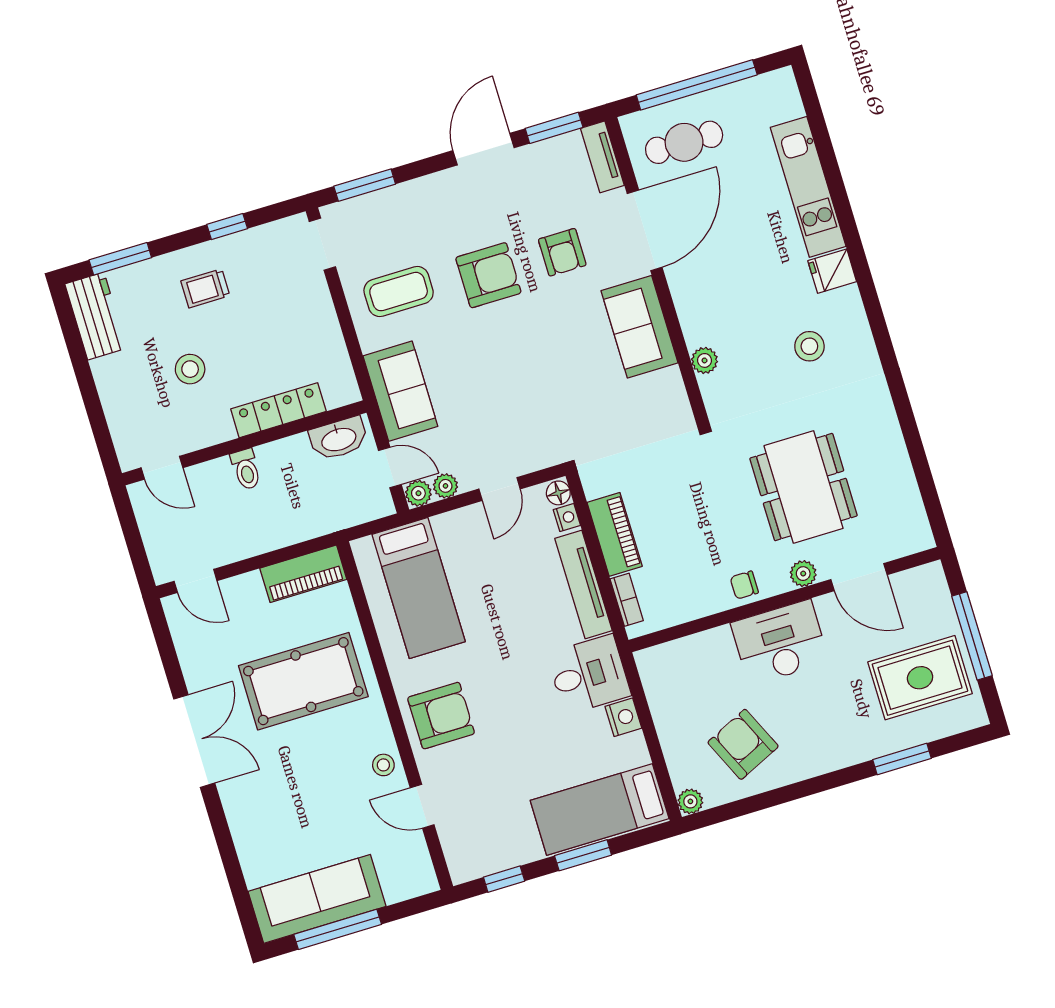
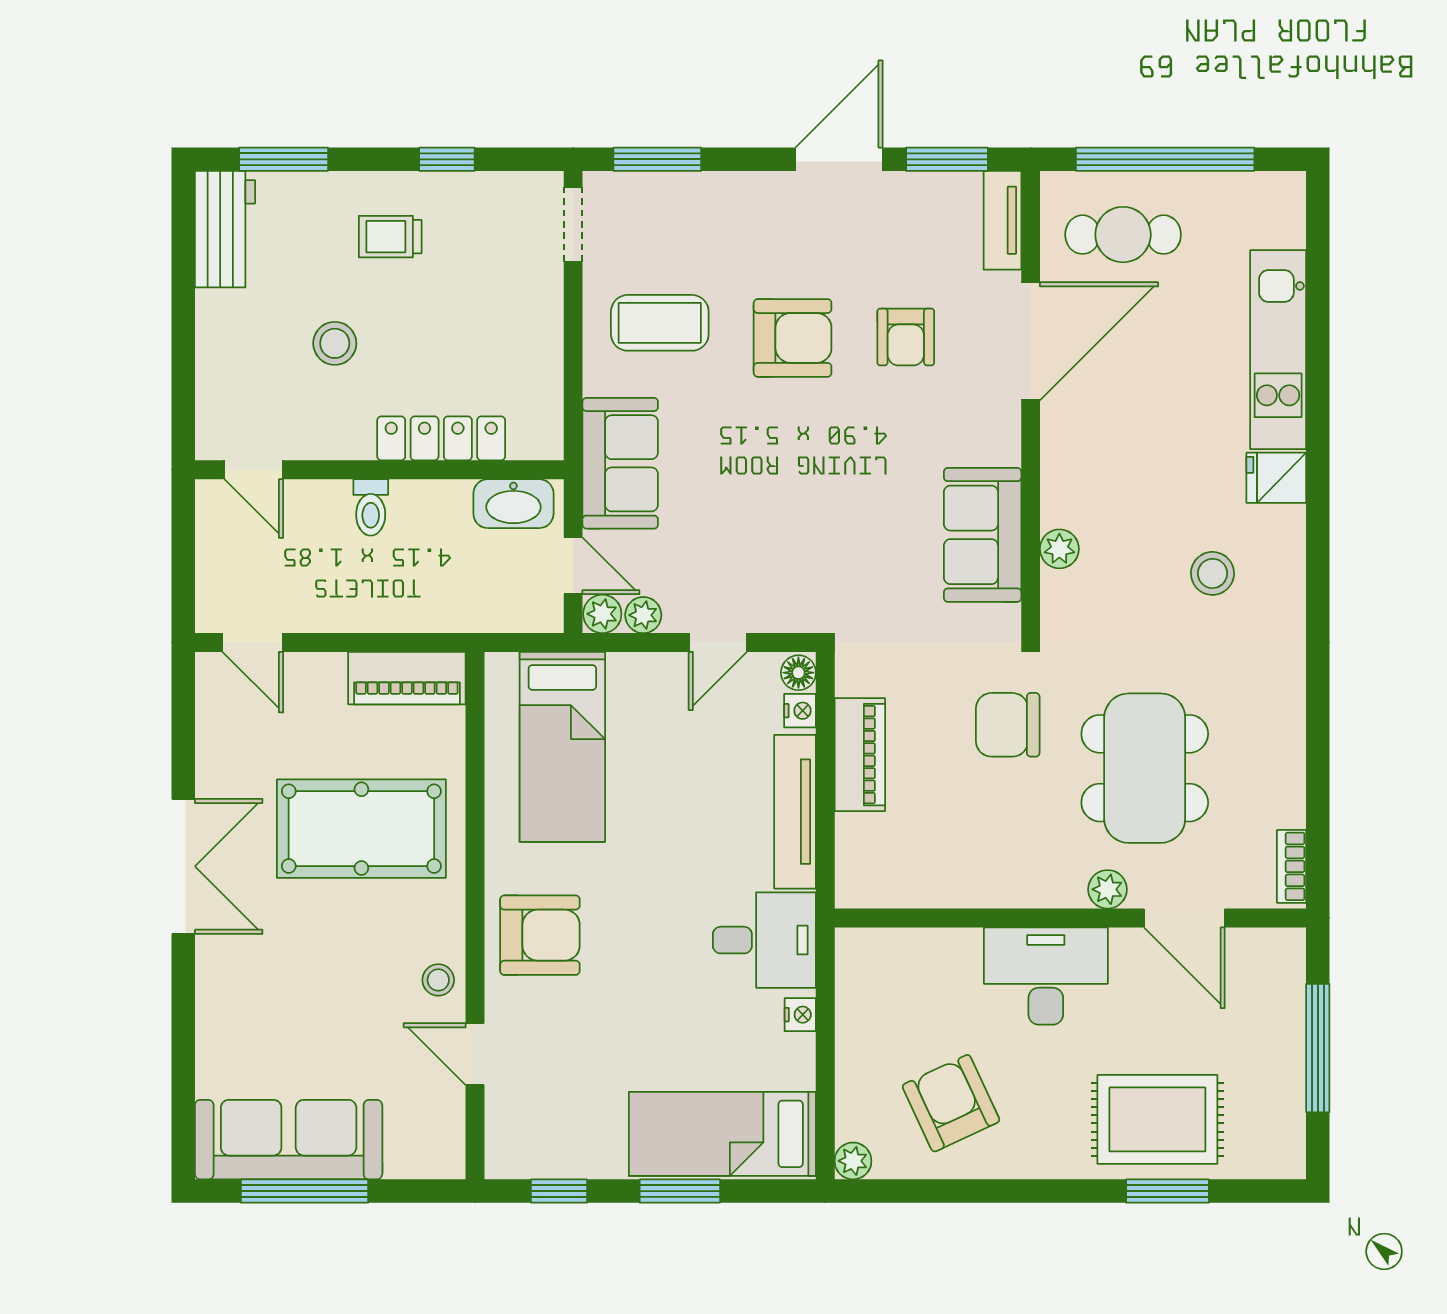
sofa: (639, 327) -> (983, 535), moved
chair: (744, 585) -> (1008, 725), moved, width x1.87, depth x1.87
bookcase: (627, 600) -> (1292, 866), moved, turned 180
rug: (920, 678) -> (1157, 1119), moved
nightstand: (623, 717) -> (800, 1015), width x0.72, depth x0.74

